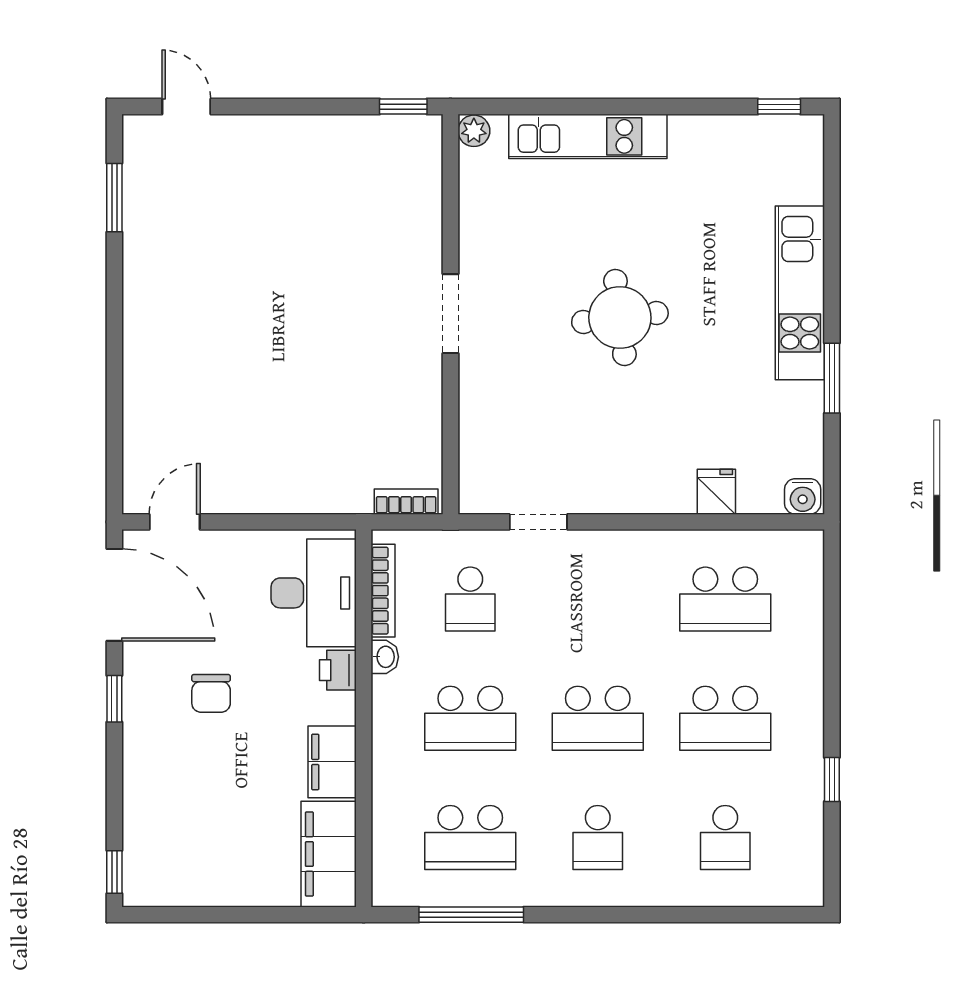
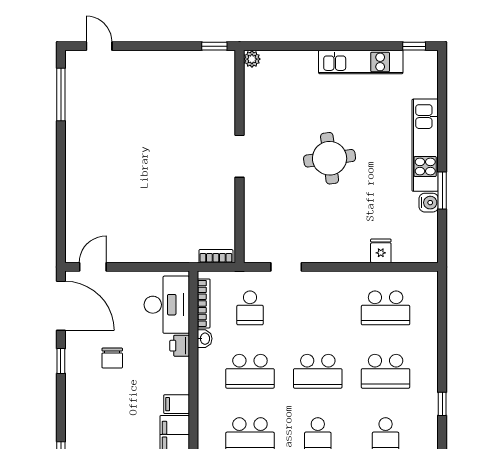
kitchen unit: (588, 136) -> (361, 62), moved
window: (114, 198) -> (61, 94), width x1.44
water cooler: (803, 496) -> (429, 203), moved, turned -90
filing cabinet: (332, 762) -> (177, 404), width x0.50

